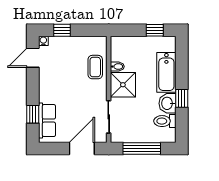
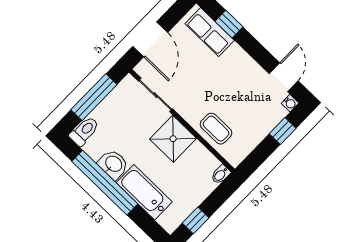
bidet: (117, 67) -> (221, 174), moved
window: (182, 98) -> (105, 183), width x3.17
toilet: (165, 121) -> (84, 131), moved

